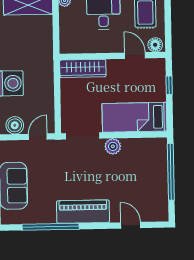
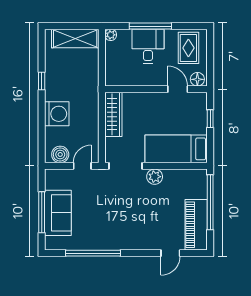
wardrobe: (83, 68) -> (113, 114), moved, turned -90
piano: (83, 212) -> (196, 225), moved, turned -90
door: (131, 225) -> (170, 253), swing flipped

